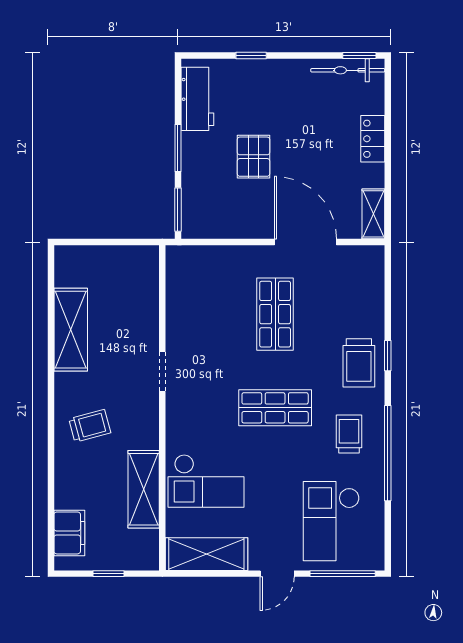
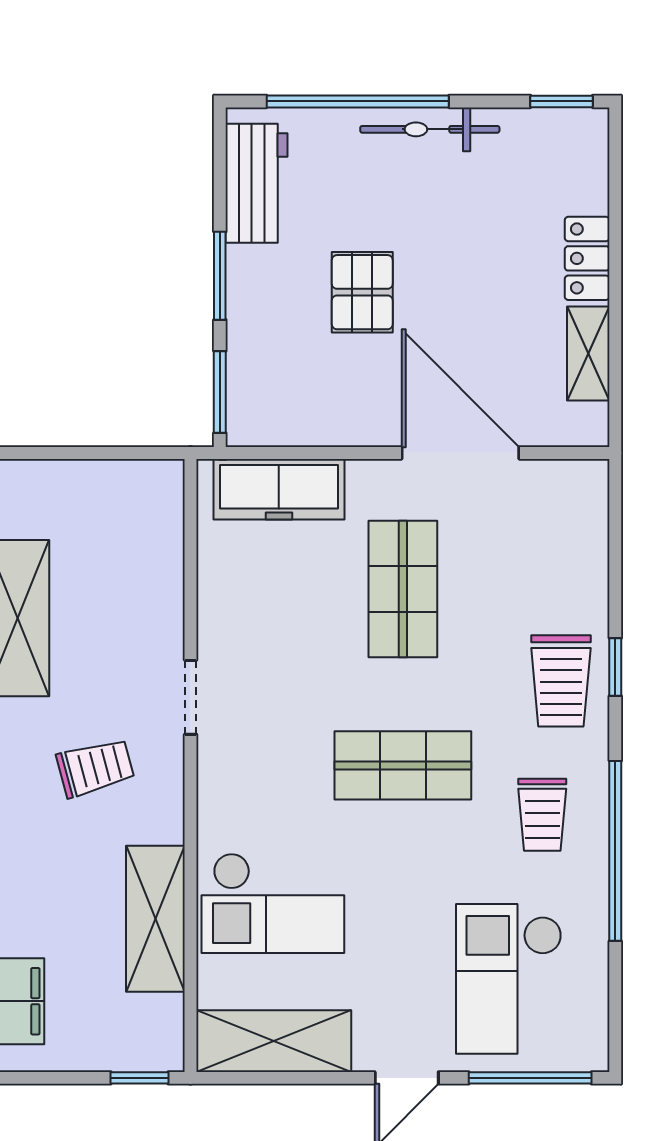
window: (251, 55) -> (358, 101), width x3.17
bicycle: (348, 70) -> (430, 129), moved
shelving: (373, 214) -> (588, 353), moved
freezer: (209, 261) -> (279, 489), added
trolley: (90, 426) -> (95, 768), moved
trolley: (349, 434) -> (542, 815), turned 180
window: (108, 574) -> (139, 1078), moved

